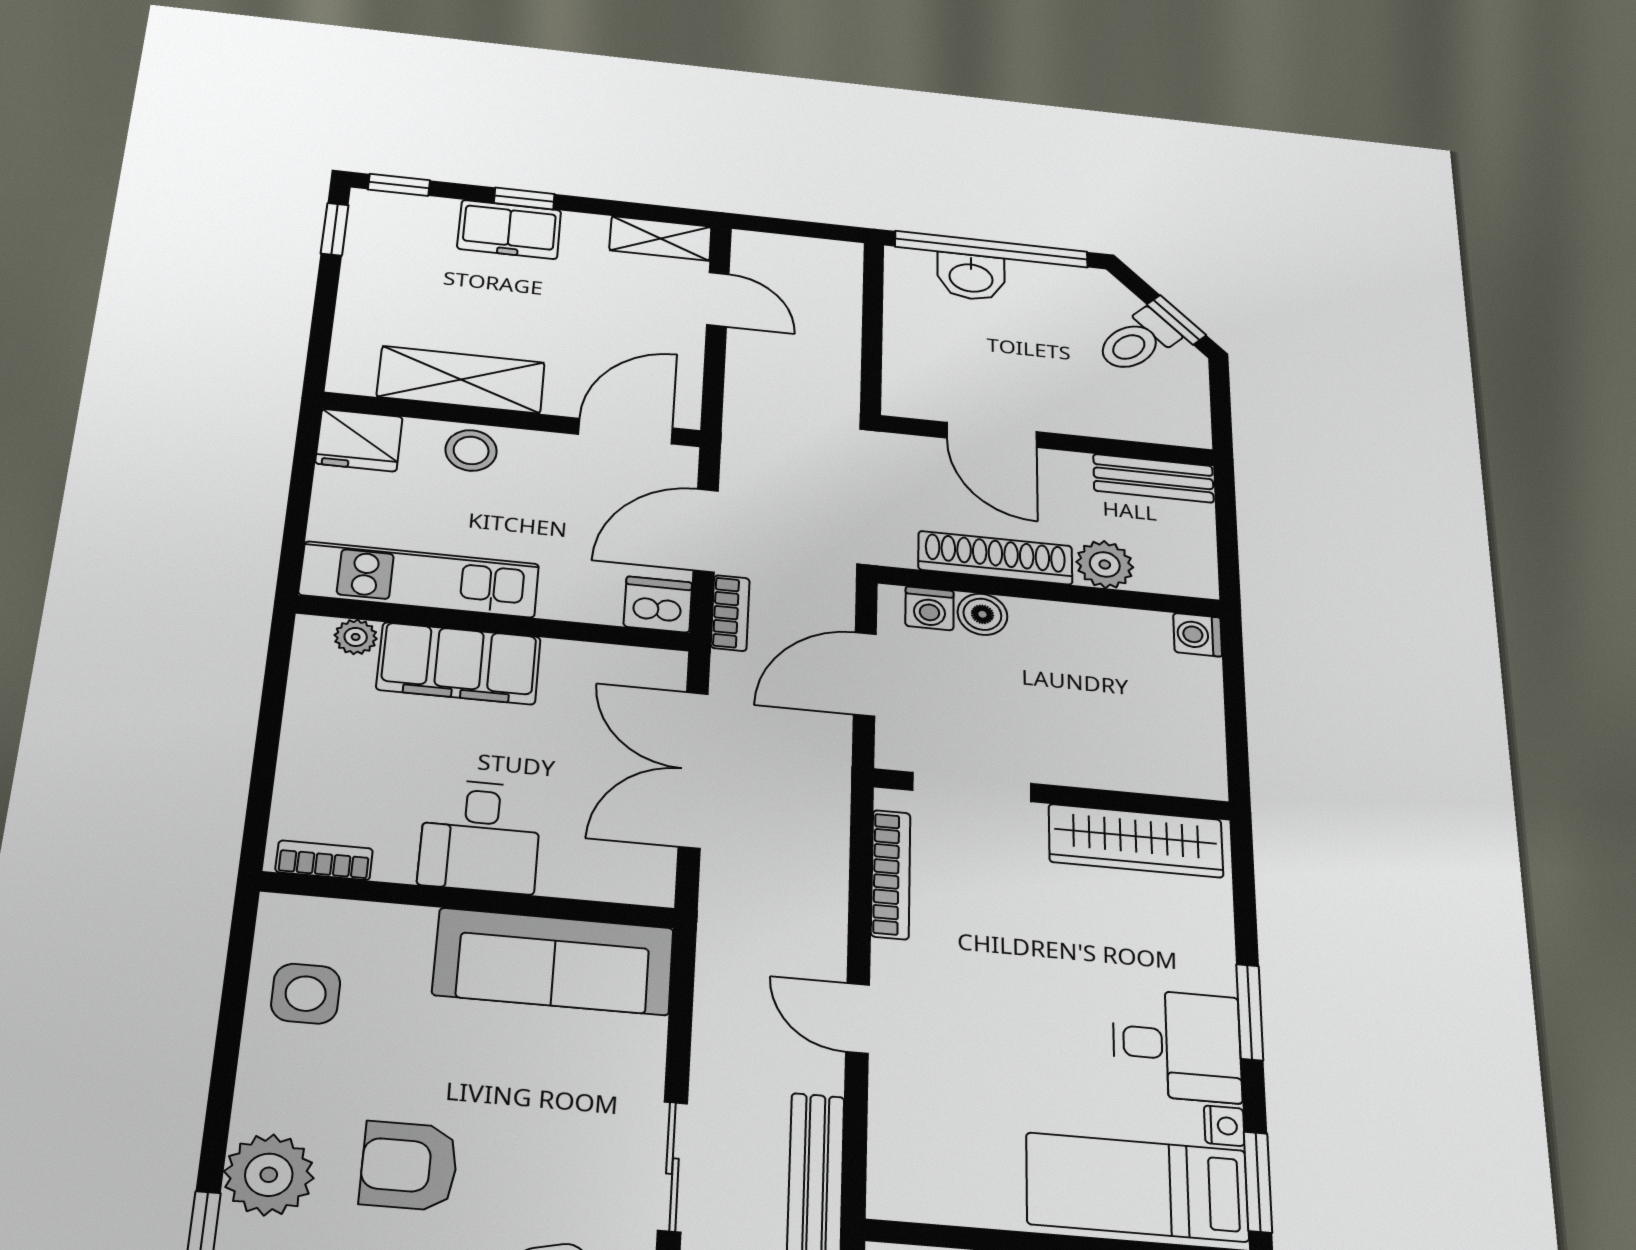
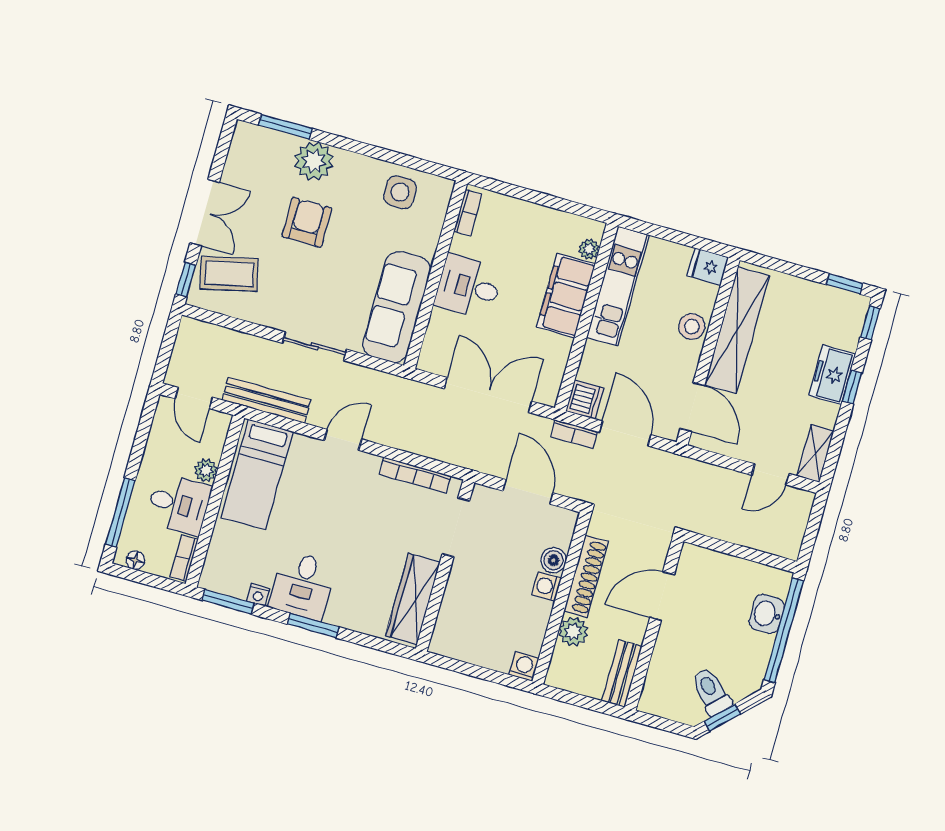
shelving: (461, 380) -> (737, 330), width x1.47
fridge: (359, 440) -> (708, 267), width x0.72
washing machine: (929, 608) -> (547, 586), moved
sliding door: (672, 1166) -> (314, 346), moved
bed: (1137, 1187) -> (257, 475), moved, turned 180

